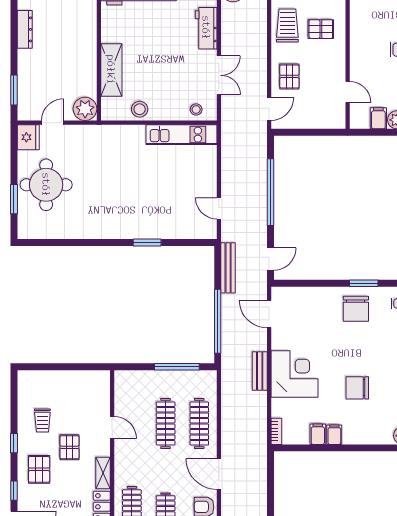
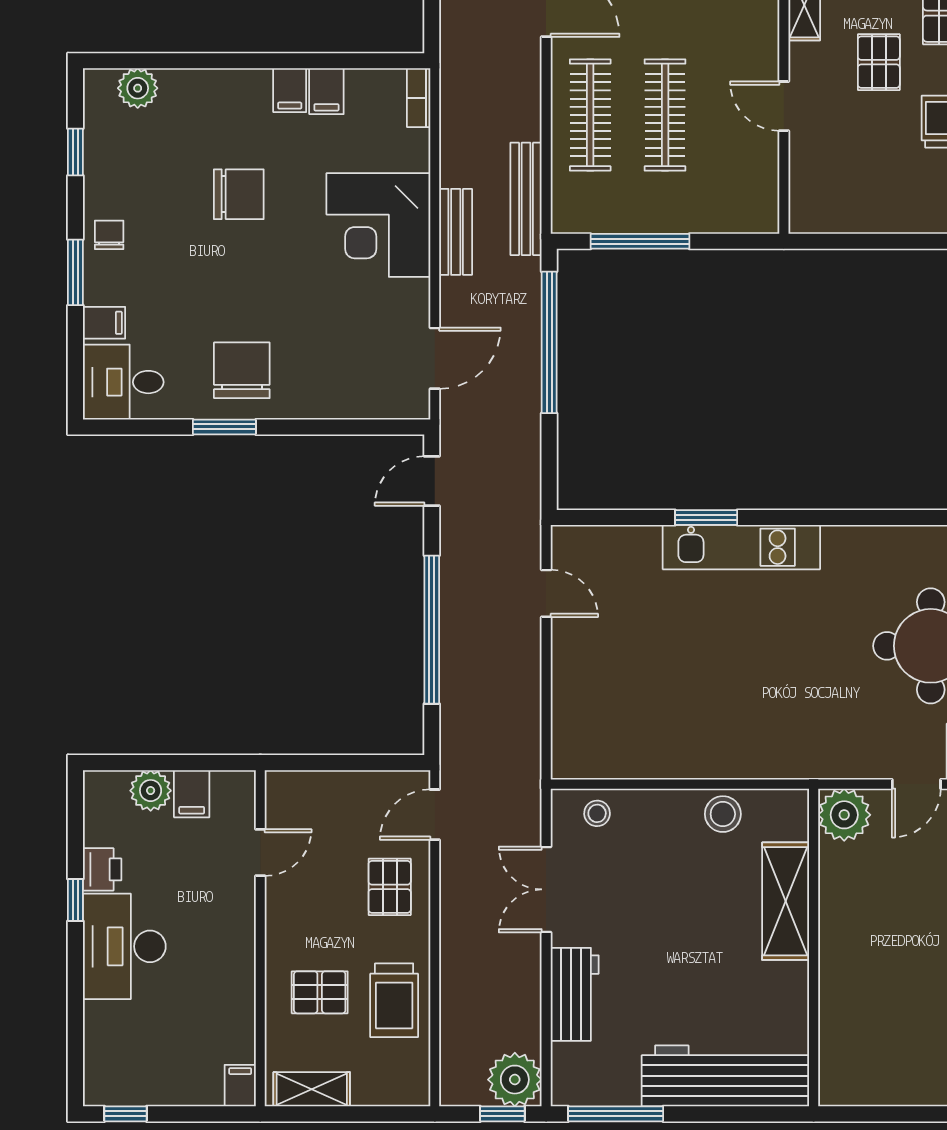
door: (348, 92) -> (260, 853), swing flipped
kitchen unit: (182, 135) -> (741, 547), moved, turned 180
bench: (228, 268) -> (526, 199), moved
door: (269, 314) -> (435, 358), hinge flipped

